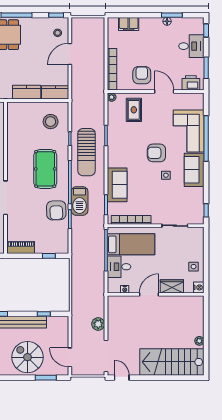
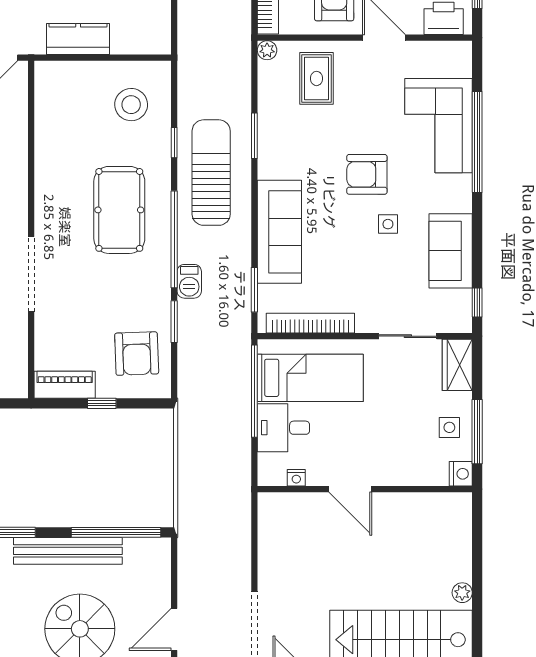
kitchen counter: (55, 92) -> (141, 40), removed
sun lounger: (87, 152) -> (211, 173), turned 180
sofa: (194, 170) -> (451, 251), moved
sofa: (117, 185) -> (279, 232), width x1.36
barbecue: (80, 201) -> (189, 281), width x0.53, depth x0.65
armchair: (56, 210) -> (137, 354), moved
window: (49, 256) -> (102, 403), moved
window: (206, 269) -> (477, 432), added
wardrobe: (172, 286) -> (457, 365), moved, turned -90
door: (149, 294) -> (350, 489), swing flipped
window: (44, 314) -> (116, 532), width x3.17
plant: (98, 324) -> (237, 555), removed
door: (70, 357) -> (174, 629), hinge flipped

